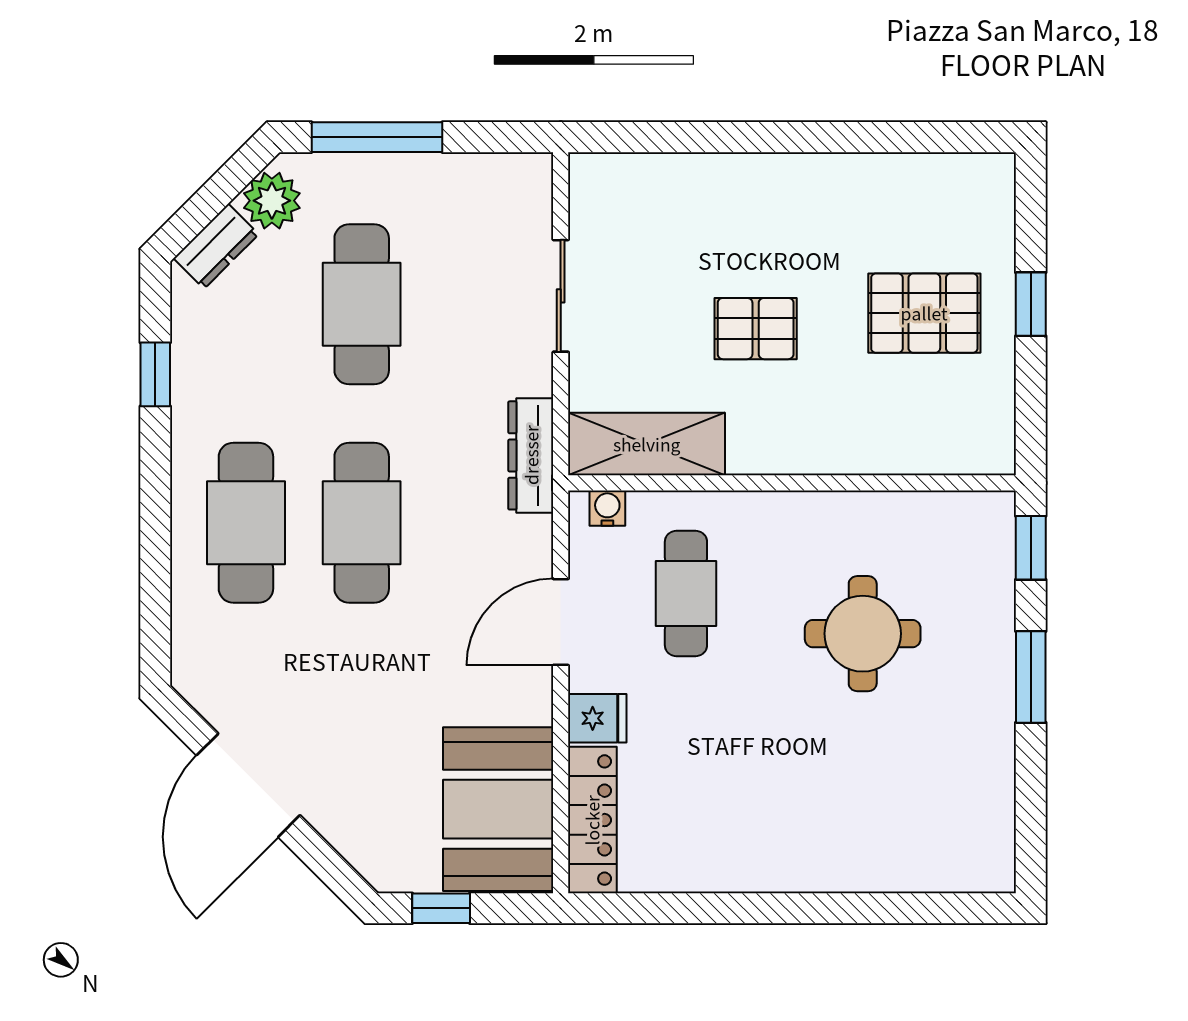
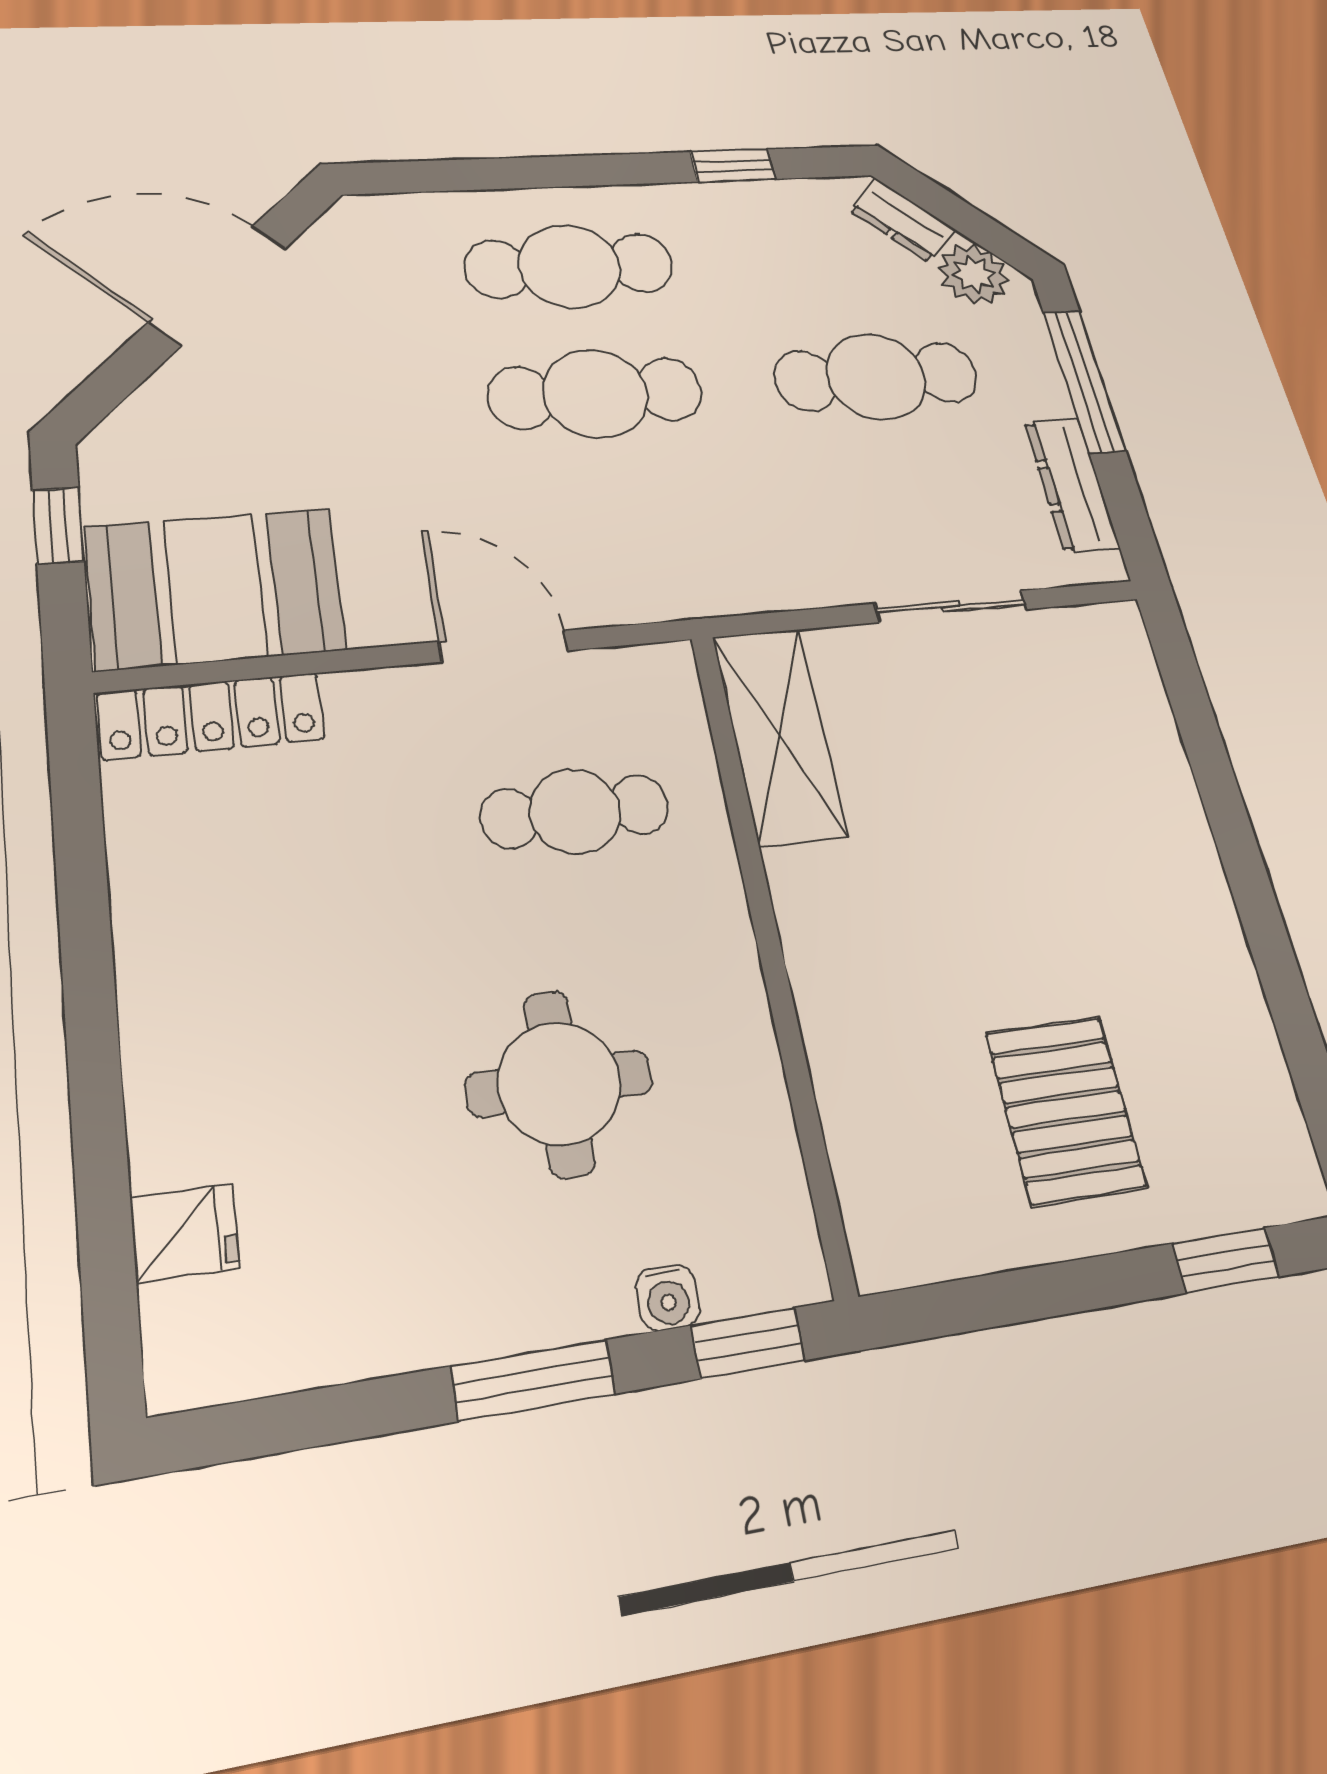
window: (1031, 304) -> (1226, 1260), moved
pallet: (756, 329) -> (977, 865), removed
dresser: (531, 455) -> (1072, 484), moved, turned -90
water cooler: (607, 508) -> (668, 1298), moved, turned 90
fridge: (597, 718) -> (185, 1233), moved, turned -90

